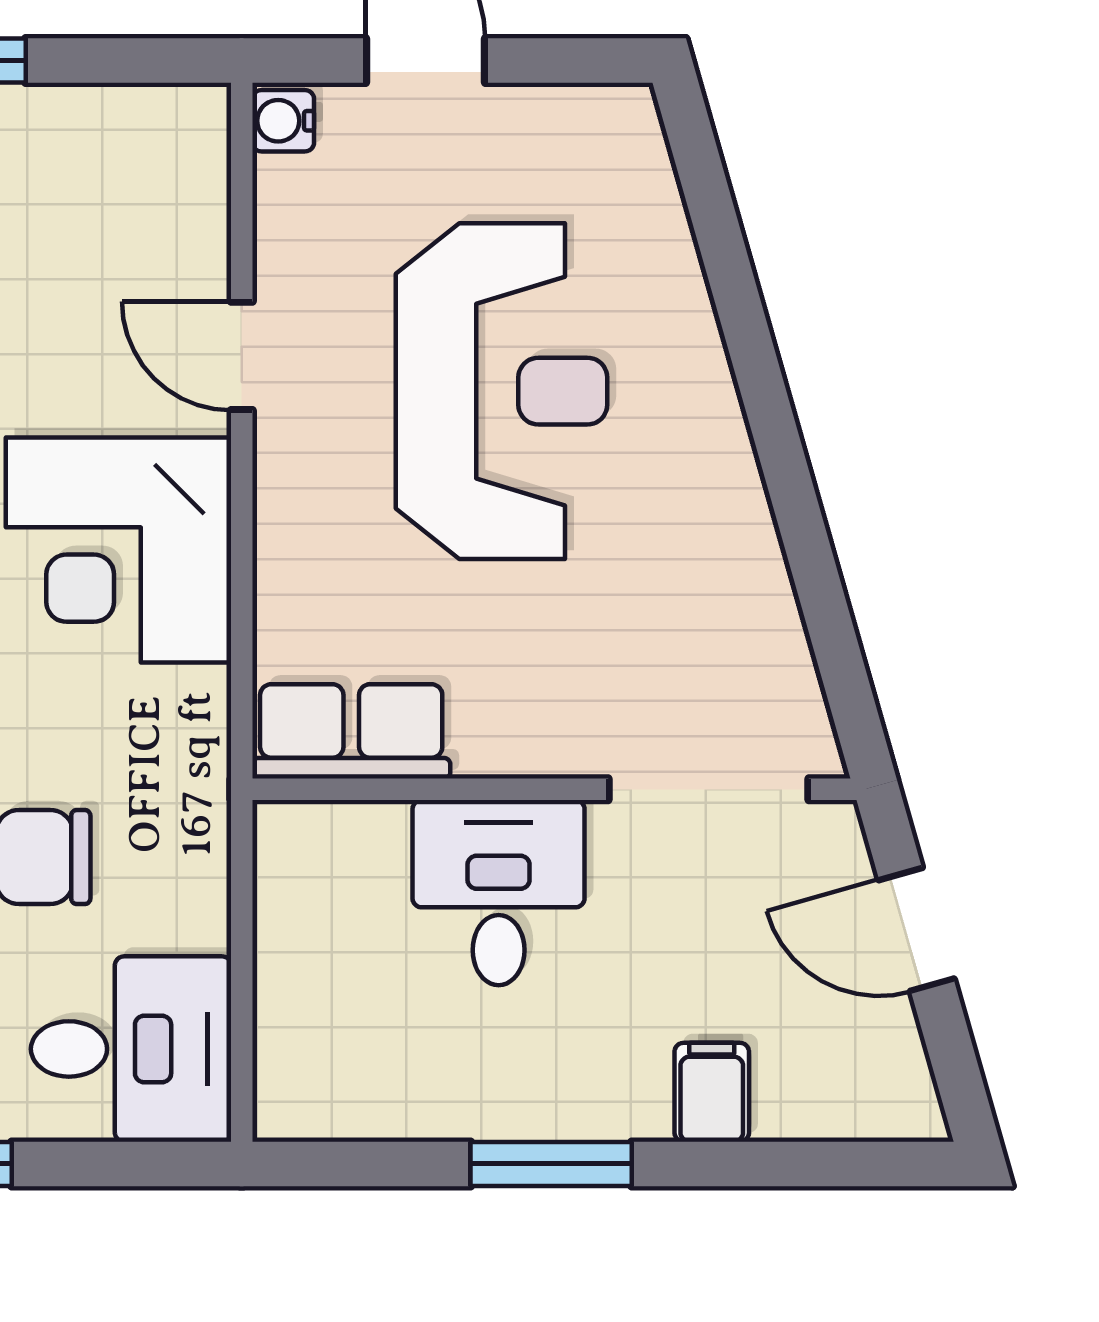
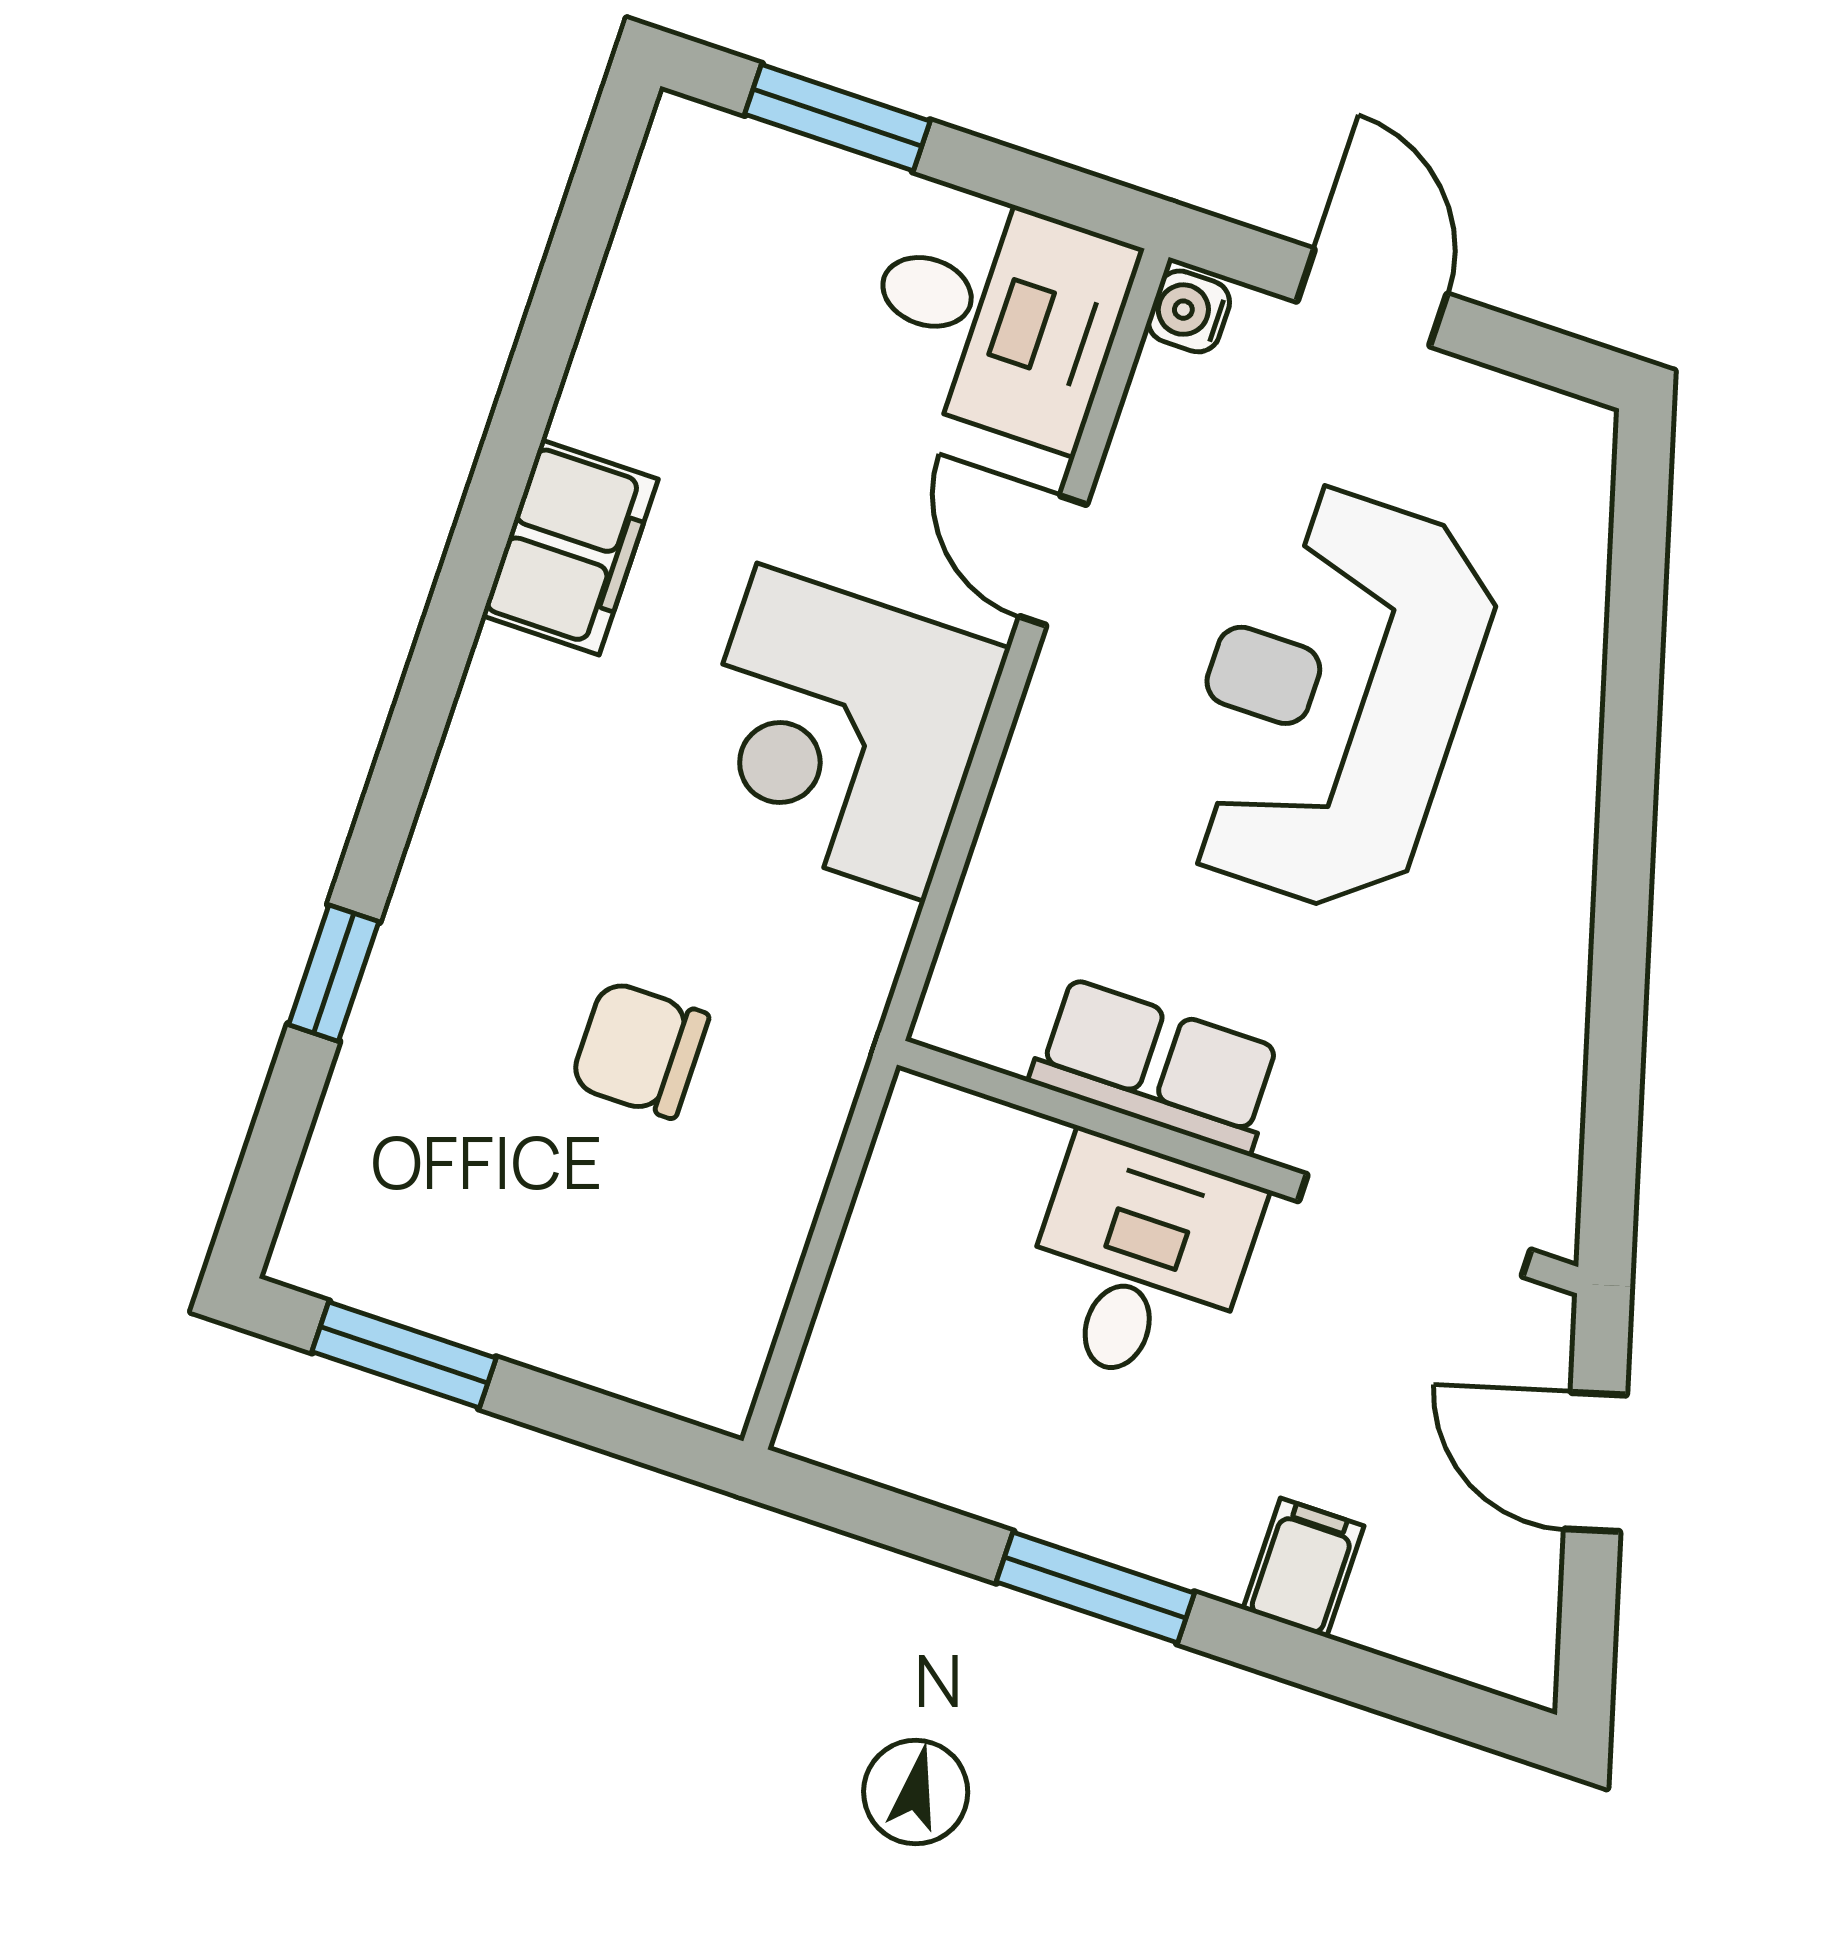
reception desk: (502, 391) -> (1332, 699), turned 180
row of seats: (351, 731) -> (1156, 1066), moved
desk: (131, 1049) -> (997, 315), moved

